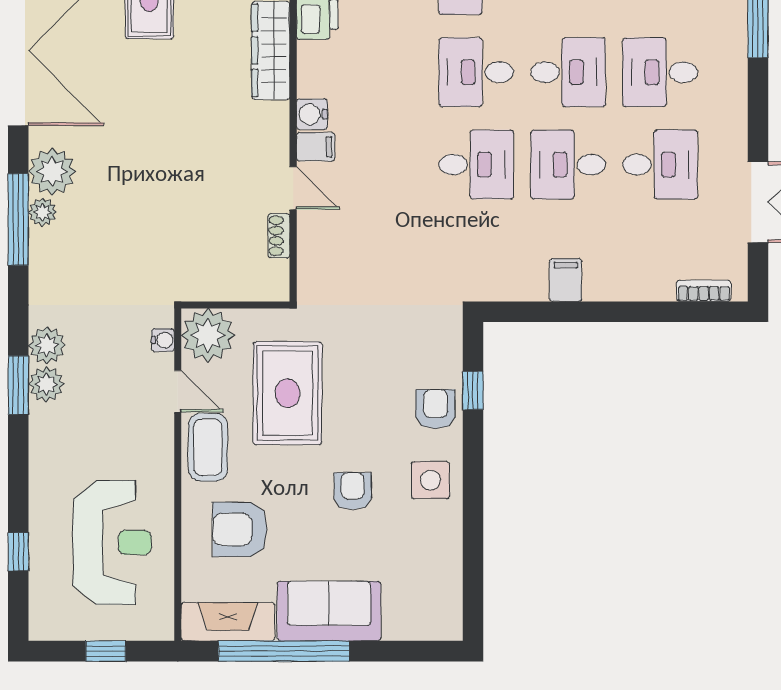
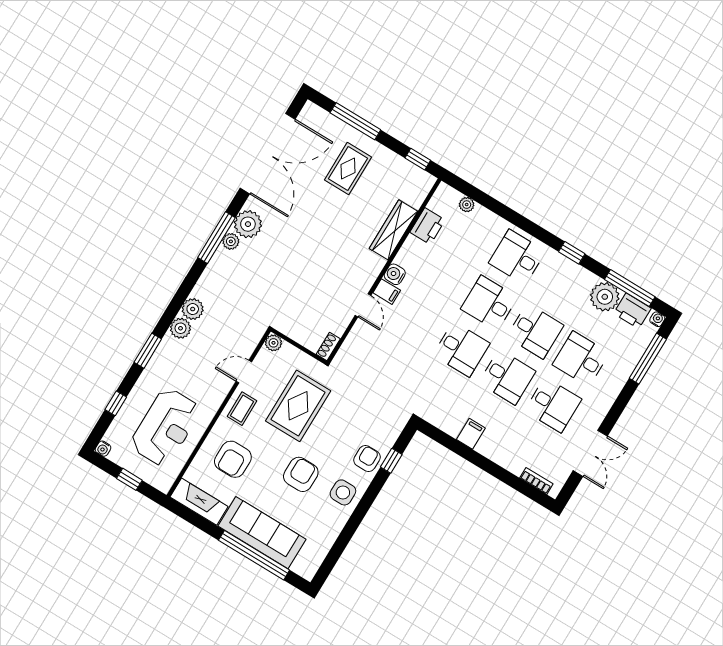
desk: (568, 165) -> (507, 377), turned 180
shoe rack: (279, 236) -> (328, 346), moved
plant: (208, 335) -> (273, 343), width x0.53, depth x0.53
water cooler: (163, 340) -> (103, 449), moved, turned 90
window: (18, 385) -> (148, 351), moved
door: (178, 391) -> (244, 372), swing flipped
coffee table: (208, 447) -> (242, 409), width x0.73, depth x0.77
armchair: (353, 491) -> (301, 474), width x1.38, depth x1.38
armchair: (240, 529) -> (233, 459), turned -90
sofa: (329, 611) -> (262, 533), width x1.36
window: (284, 651) -> (254, 555), moved

